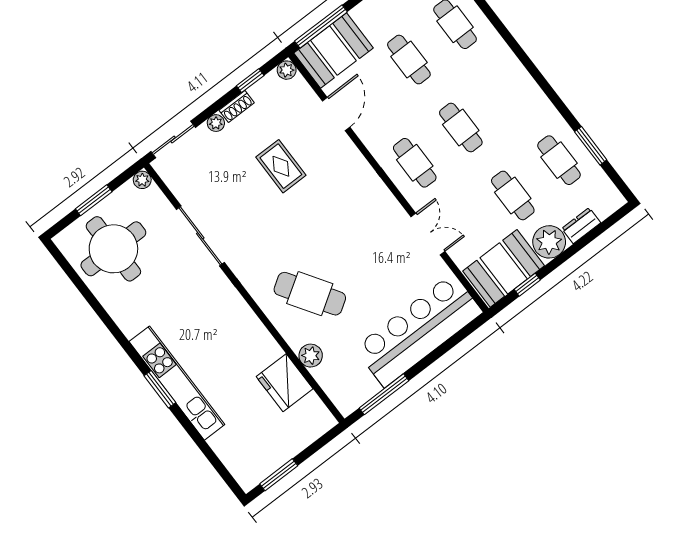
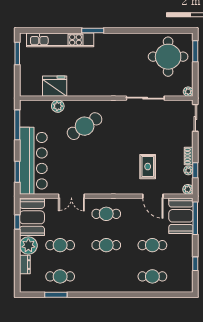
plant: (216, 123) -> (188, 170), moved
rug: (281, 166) -> (148, 167), moved, turned 90
window: (94, 200) -> (195, 51), moved
window: (453, 341) -> (17, 172), added
kitchen unit: (177, 383) -> (60, 40), moved

